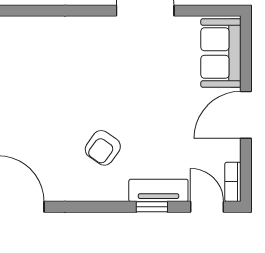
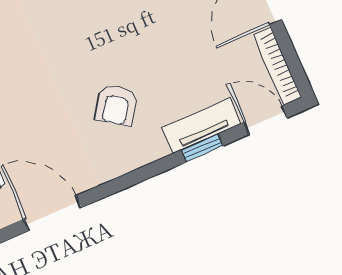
bookcase: (233, 182) -> (277, 66), width x1.56

